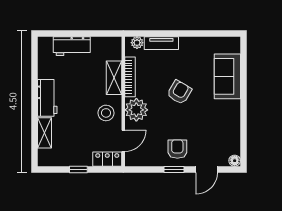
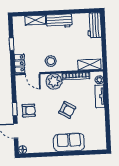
workbench: (72, 46) -> (94, 25), moved
sofa: (227, 76) -> (69, 142), moved
shelving: (114, 78) -> (89, 65), moved

